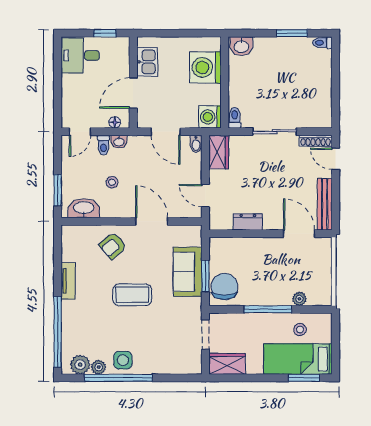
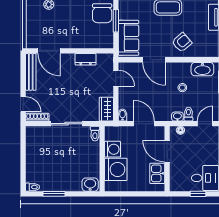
window: (105, 33) -> (198, 194), moved
door: (133, 93) -> (167, 151), swing flipped
washing machine: (210, 117) -> (113, 149), moved
sofa: (188, 272) -> (128, 38), moved

